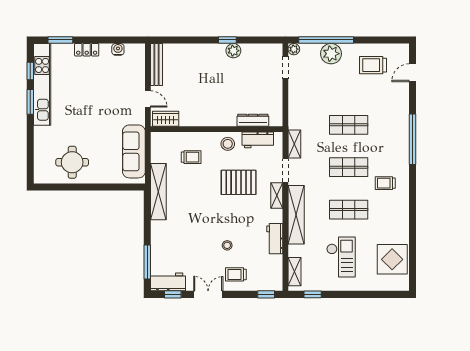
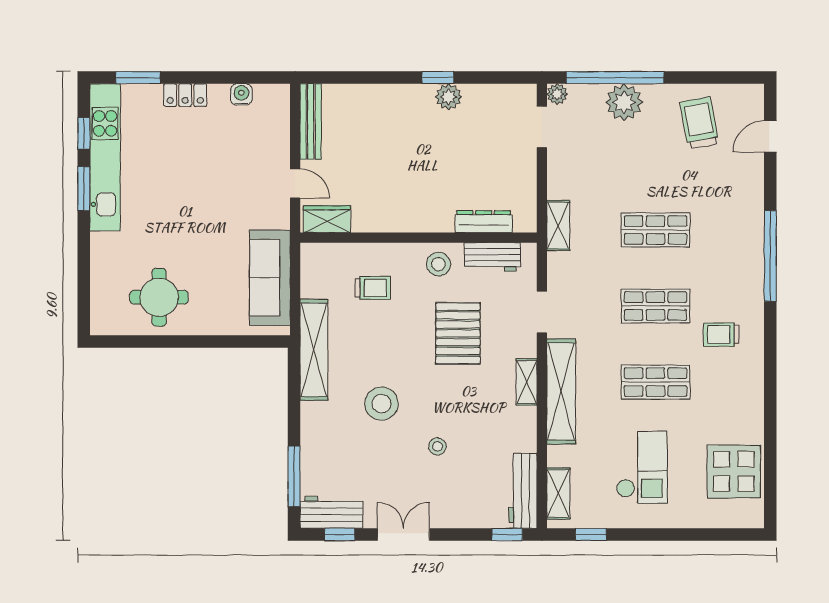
trolley: (373, 65) -> (699, 123), turned 79
shelving: (294, 144) -> (558, 225), moved
pallet: (239, 182) -> (458, 333), turned 90
shelving: (277, 196) -> (527, 382), moved
stool: (196, 222) -> (382, 404), added
workbench: (275, 239) -> (523, 491), moved, width x1.37
trolley: (236, 274) -> (453, 499), removed

